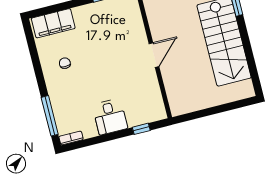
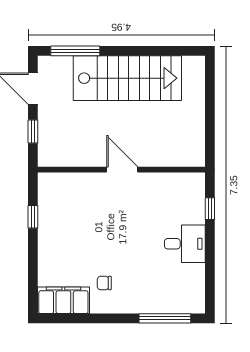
filing cabinet: (53, 23) -> (63, 300), moved, turned -90
bookcase: (71, 138) -> (199, 299), removed

